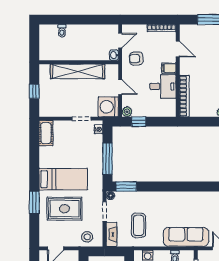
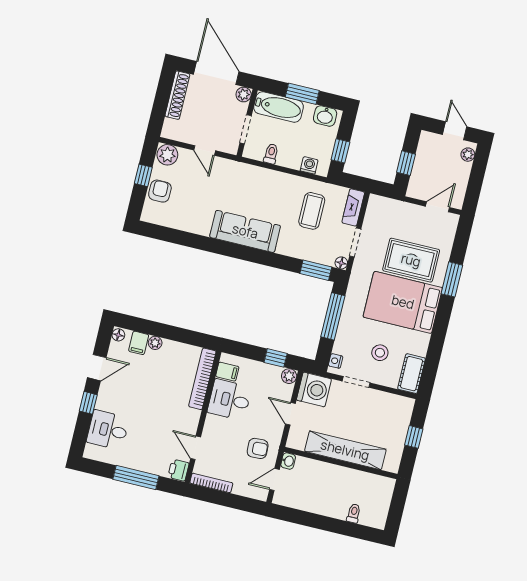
printer: (186, 31) -> (178, 470), added
filing cabinet: (169, 68) -> (227, 372), moved
bed: (63, 179) -> (403, 302), width x1.50
stool: (87, 237) -> (380, 353), moved
sofa: (186, 237) -> (245, 231), moved, turned 180

